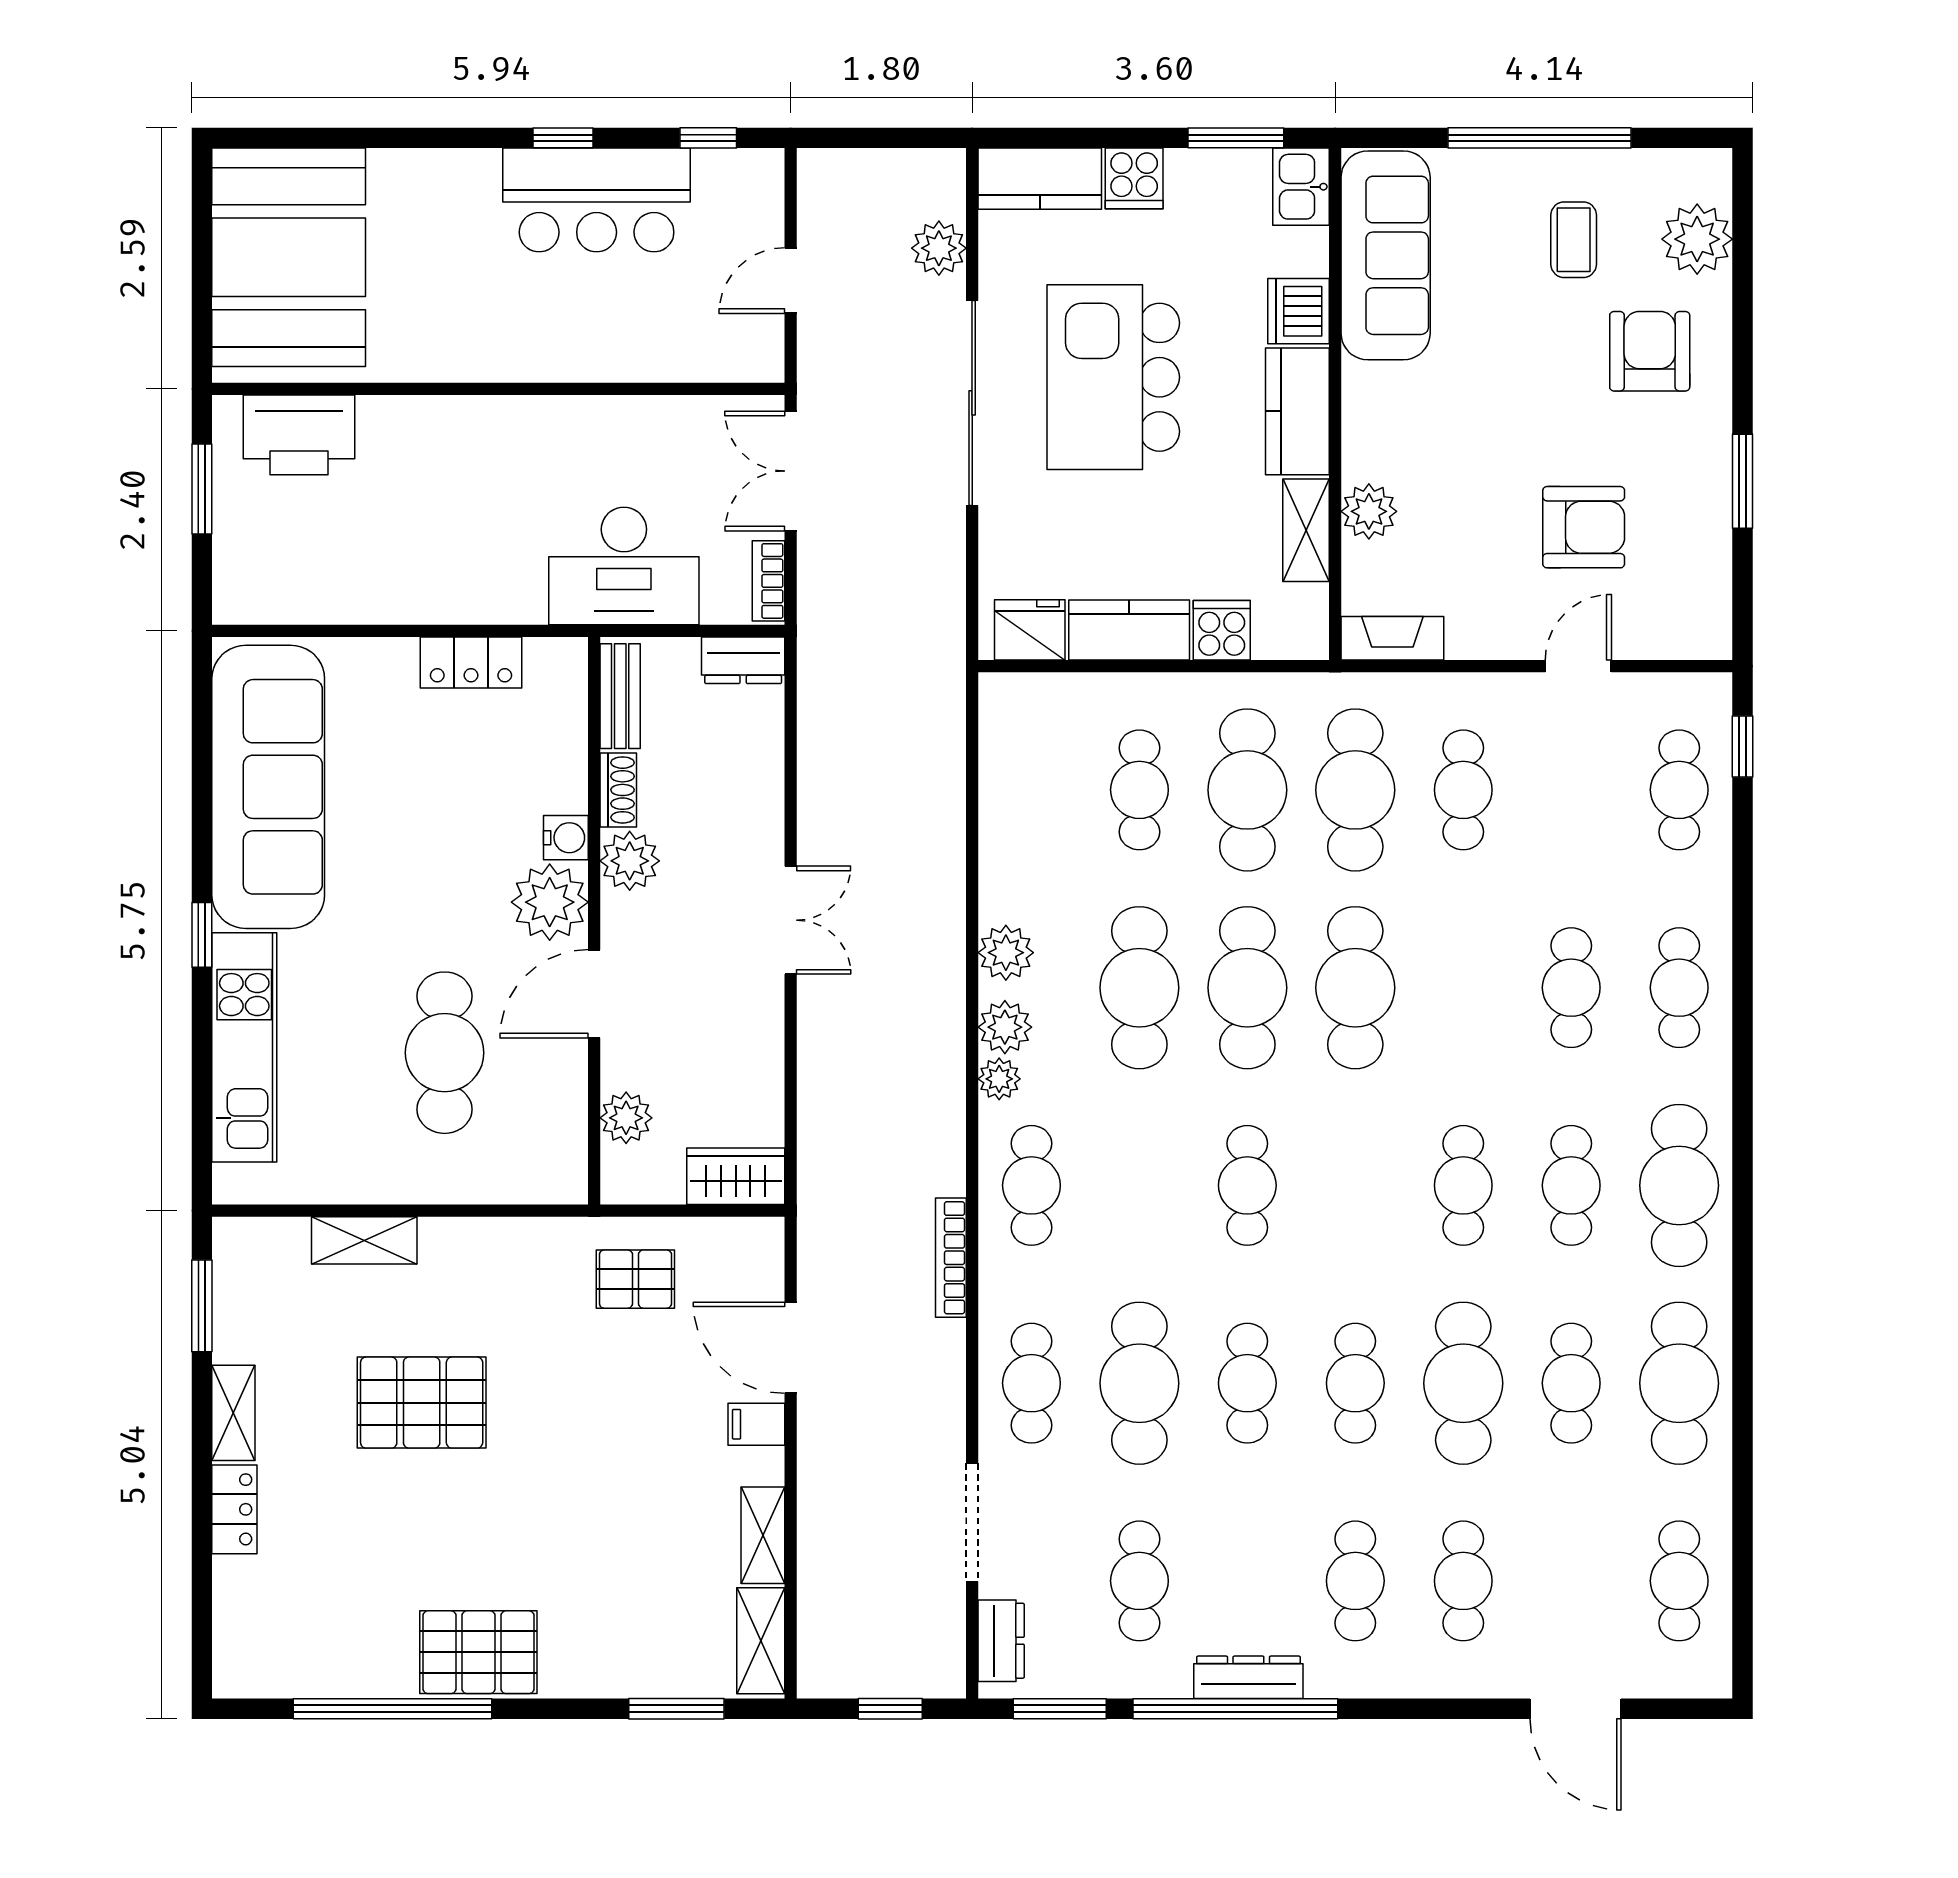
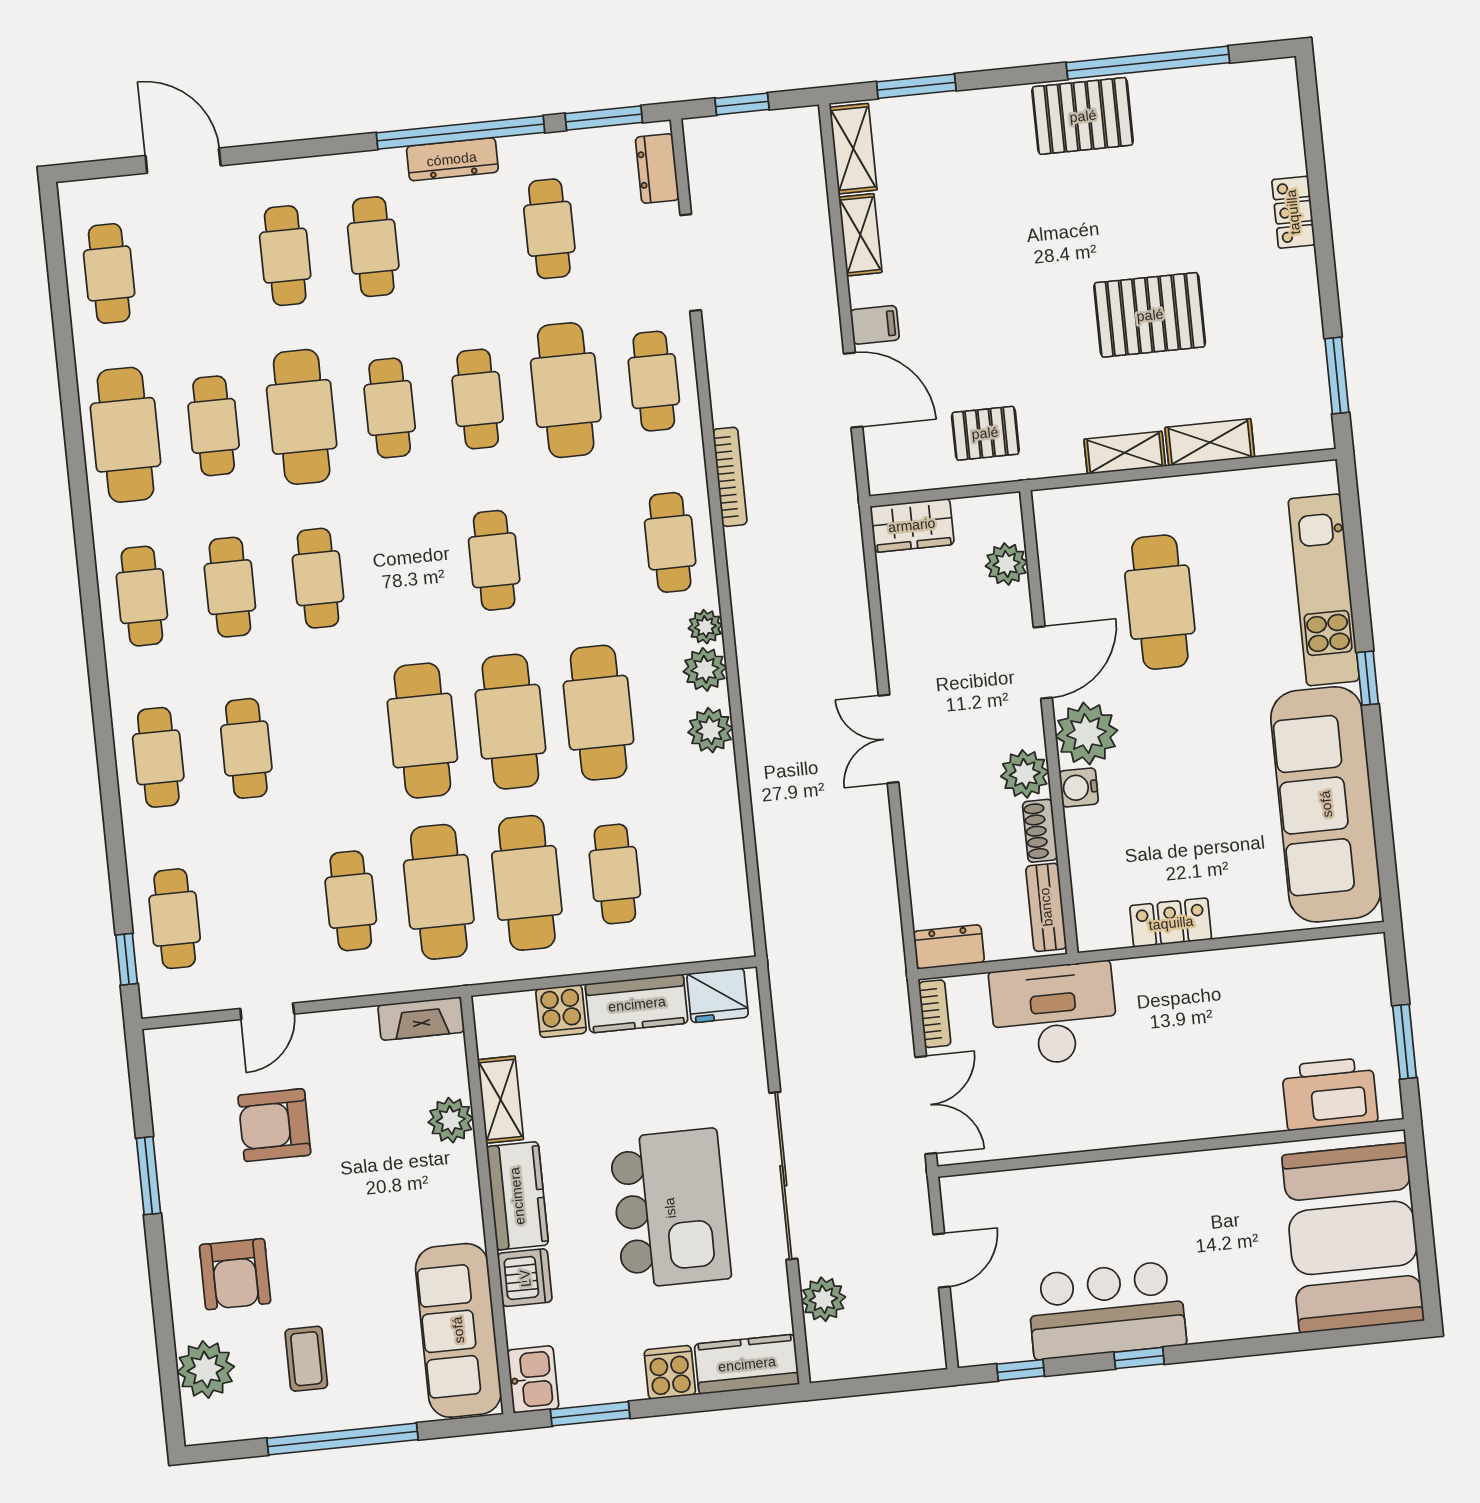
cafe table: (1679, 1185) -> (142, 596), width x0.73, depth x0.74
shelving: (233, 1413) -> (1125, 453), moved, turned 90

